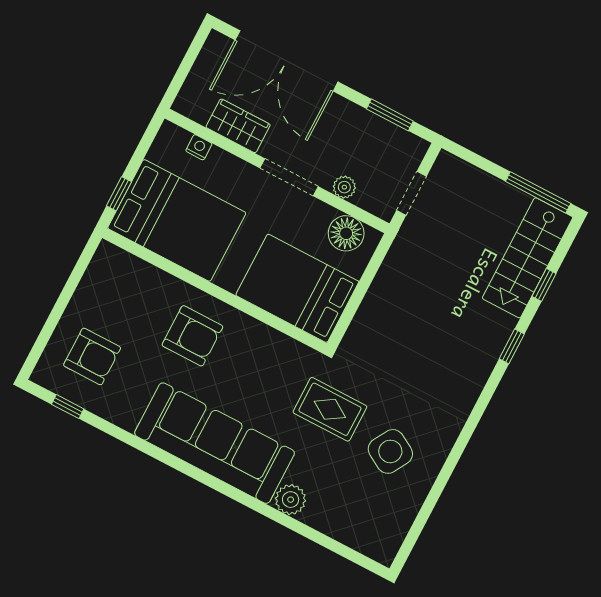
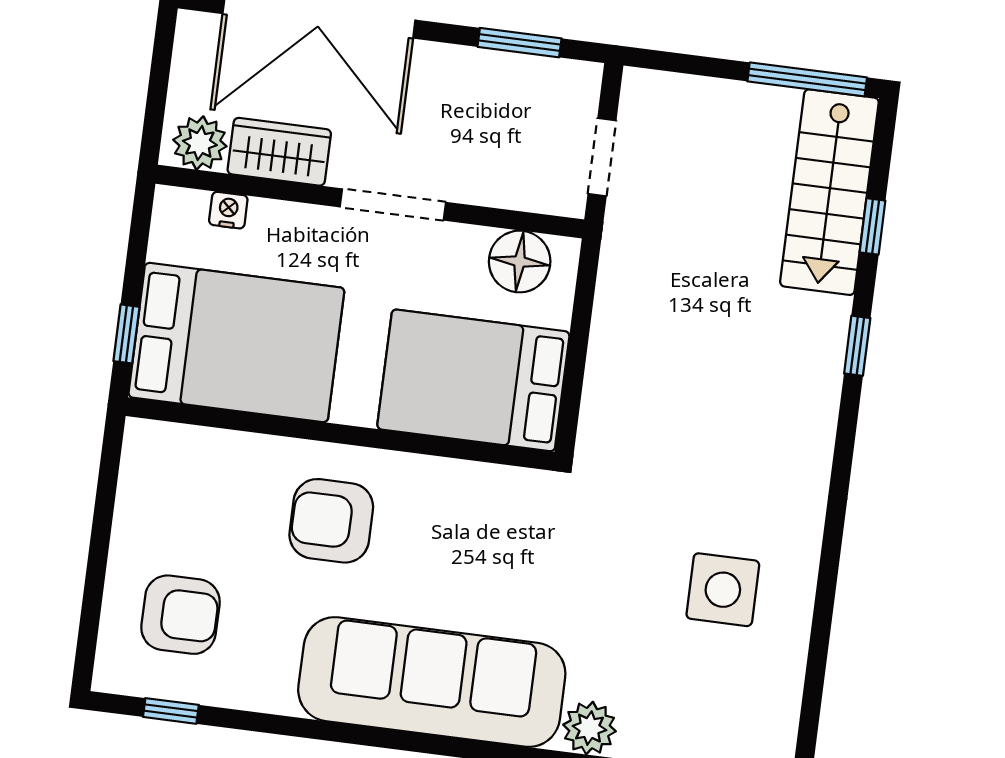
plant: (344, 187) -> (200, 143), moved, width x1.38, depth x1.38
armchair: (192, 336) -> (331, 521), turned 180
rug: (330, 409) -> (599, 557), removed
side table: (390, 451) -> (723, 590), turned -30

